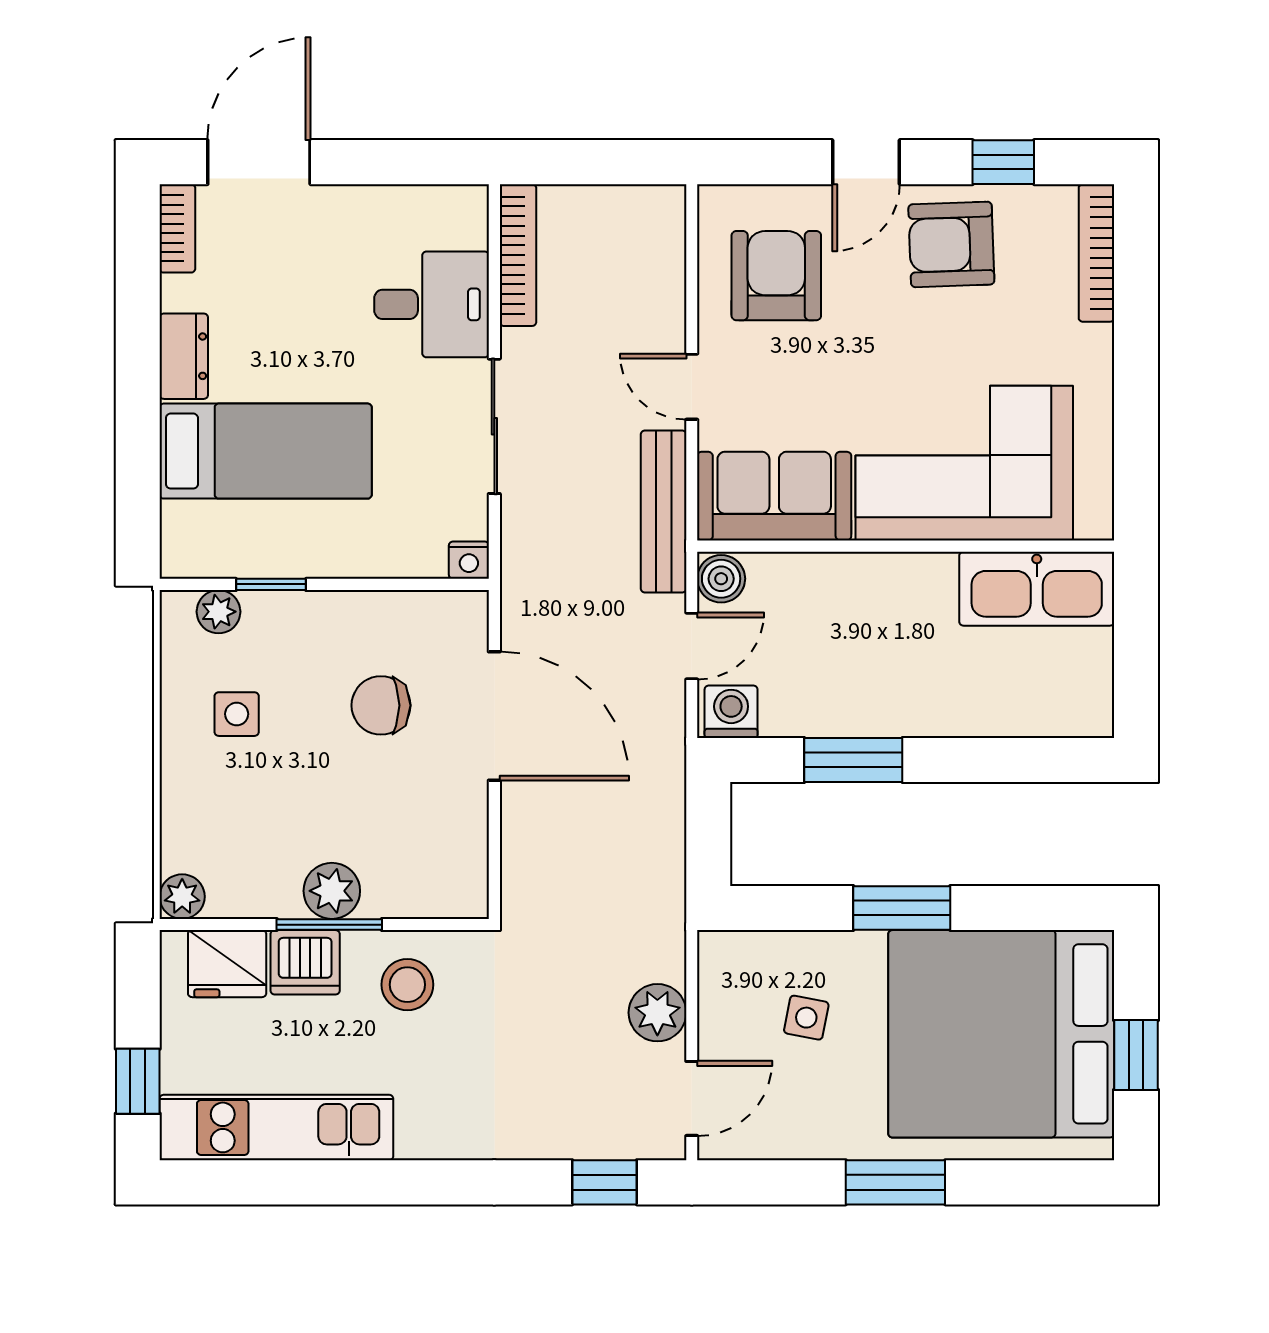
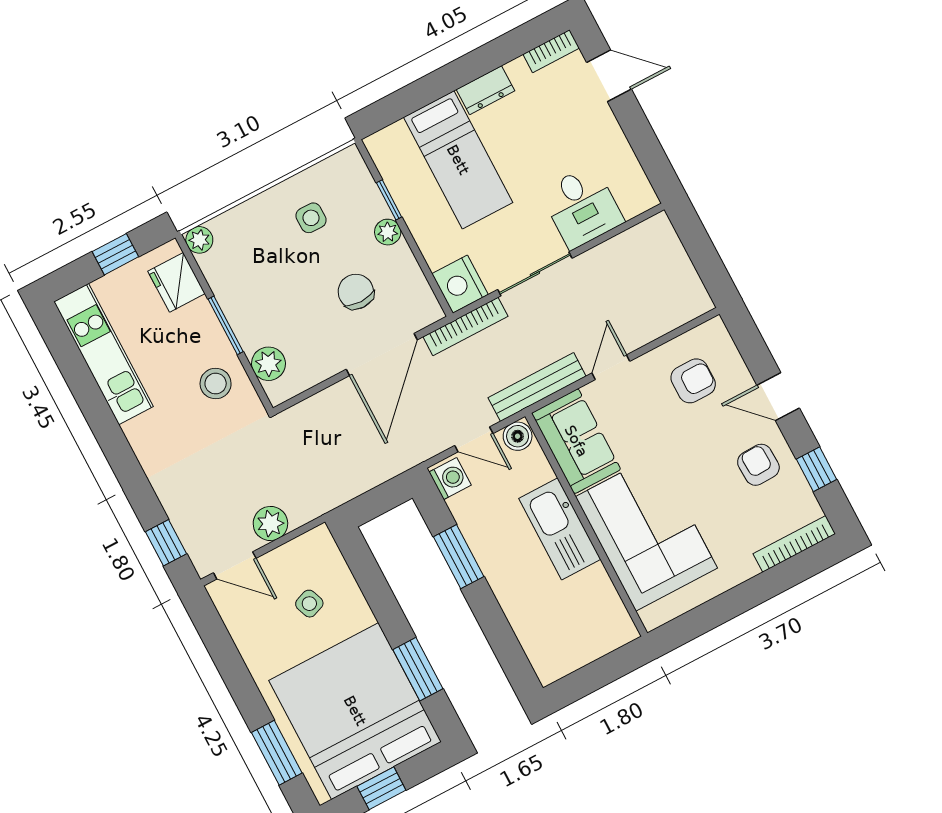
door: (259, 162) -> (609, 76), width x0.73
armchair: (951, 244) -> (758, 465), width x0.72, depth x0.72
bookcase: (518, 255) -> (465, 326), moved
armchair: (776, 276) -> (693, 381), width x0.72, depth x0.72
nightstand: (469, 560) -> (460, 284), width x1.89, depth x1.79
kitchen sink: (1037, 589) -> (560, 529), moved
plant: (219, 612) -> (388, 232), moved
plant: (332, 891) -> (268, 364), moved
window: (902, 908) -> (418, 669), moved
dishwasher: (305, 962) -> (199, 323), removed
side table: (806, 1018) -> (309, 604), turned -32
window: (138, 1081) -> (115, 254), moved
window: (895, 1182) -> (277, 753), moved

